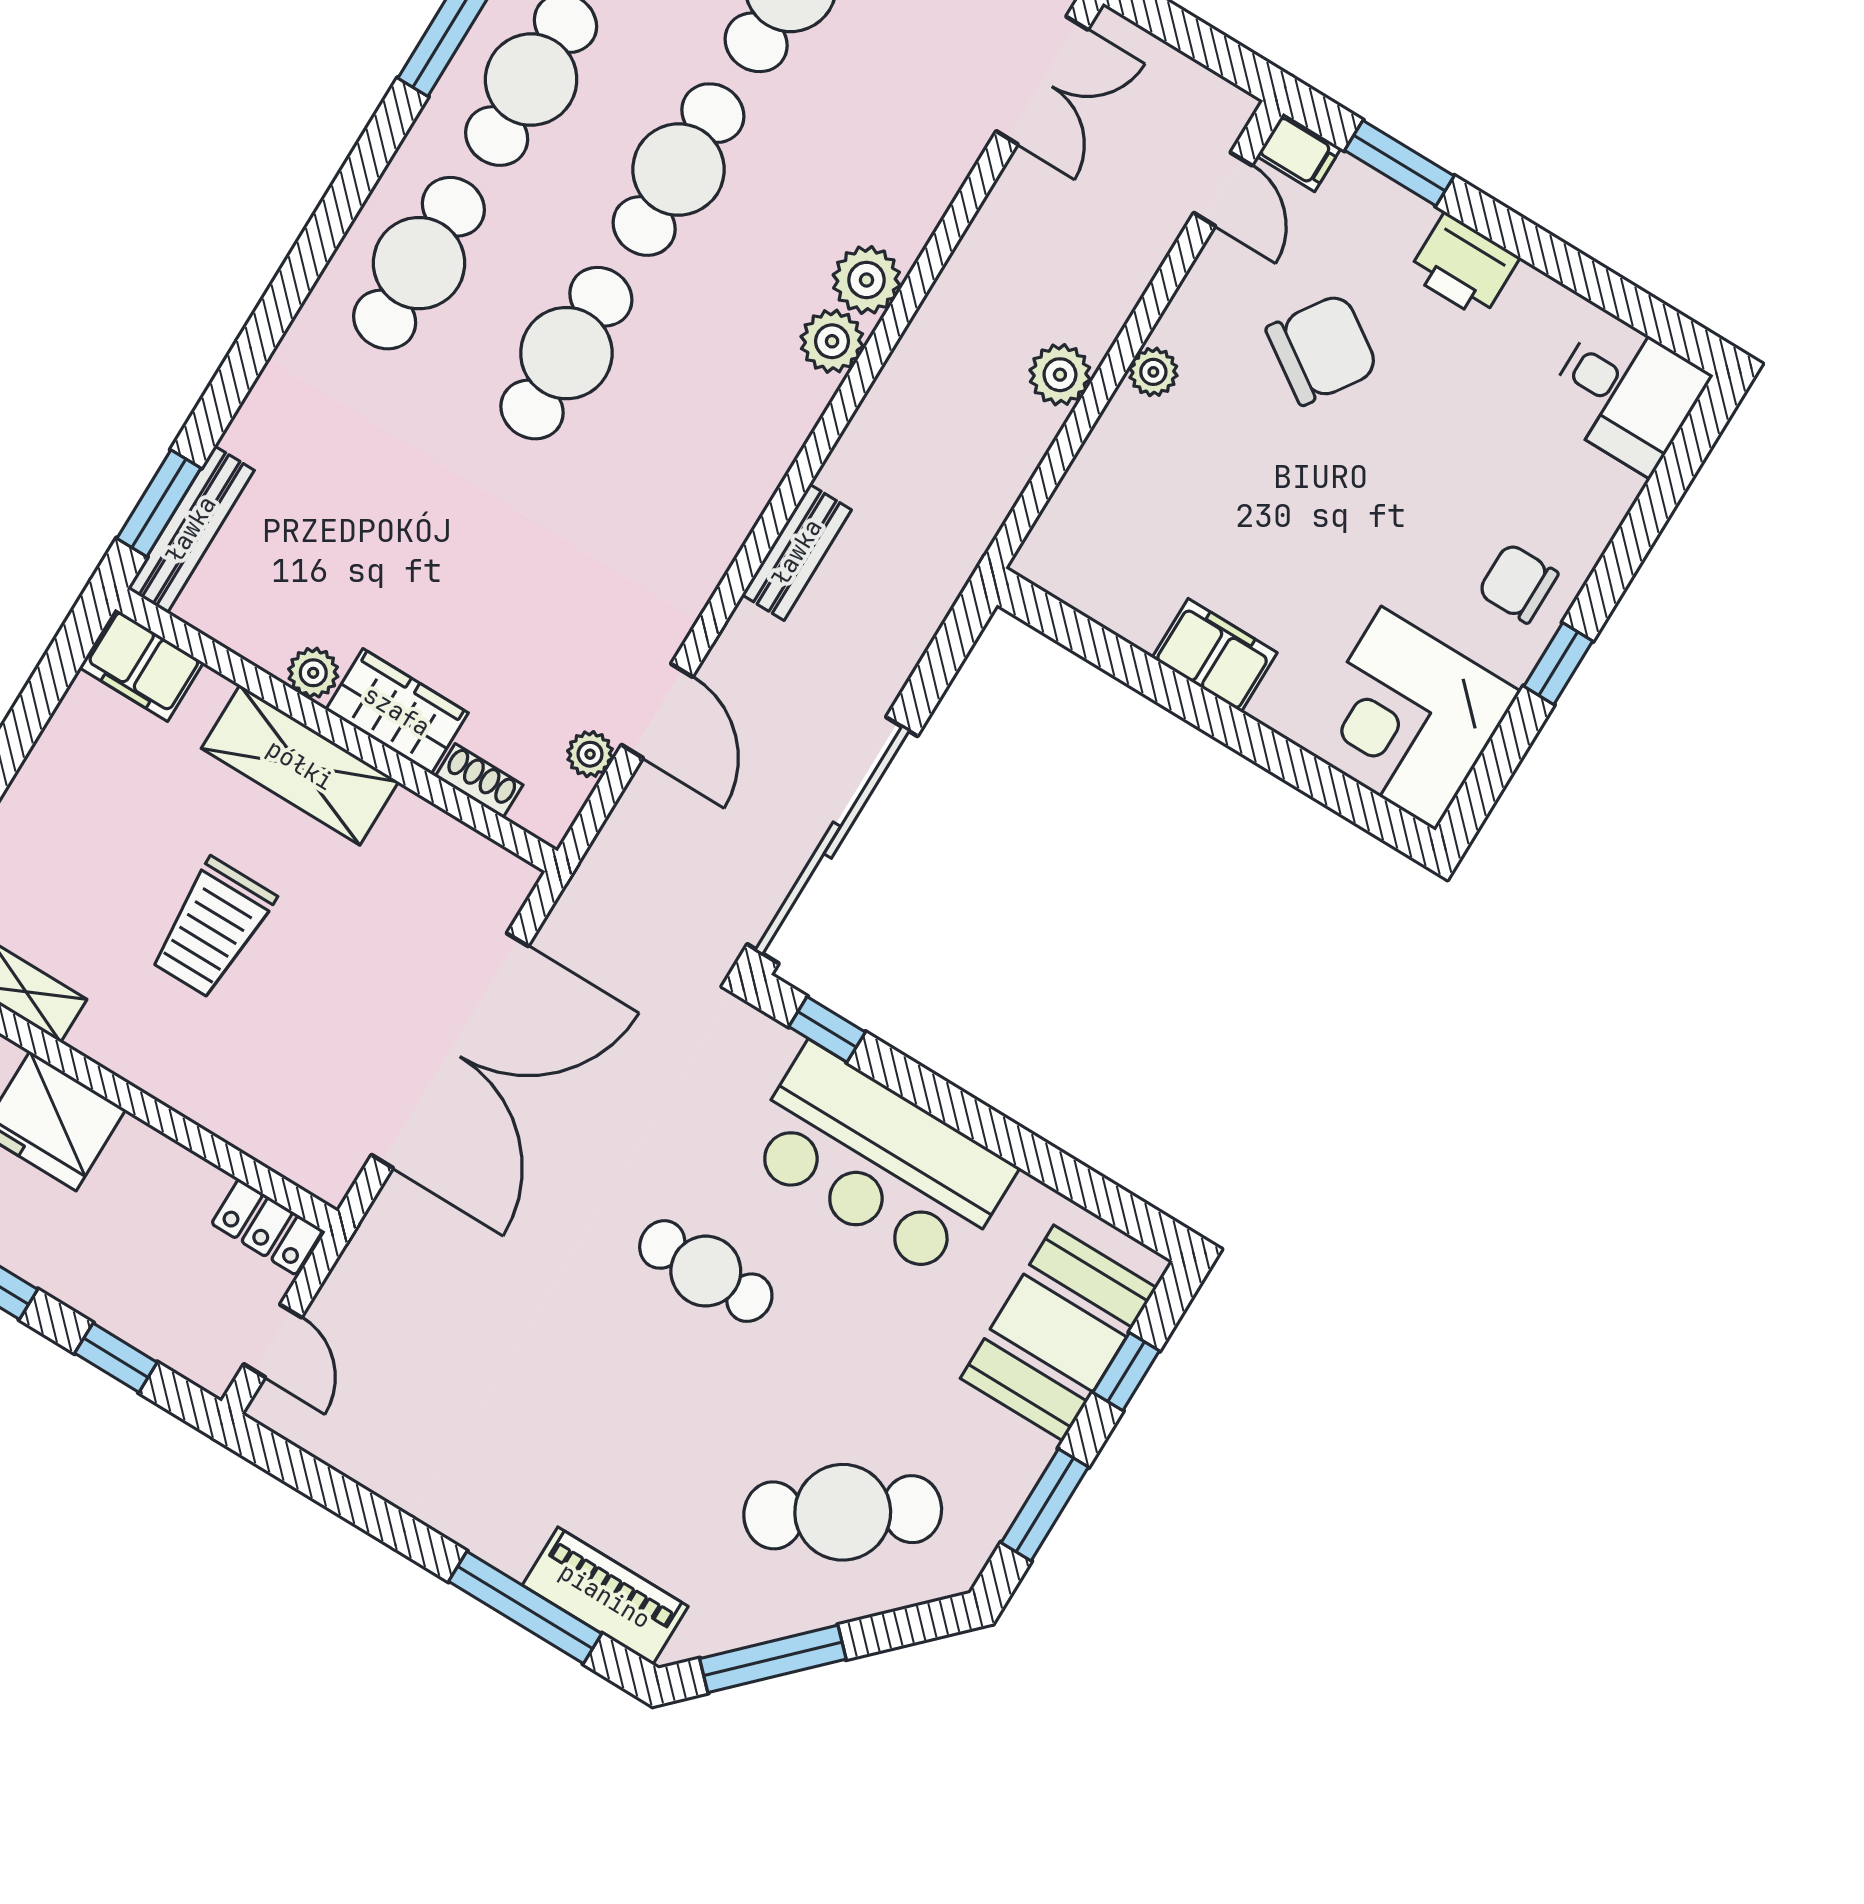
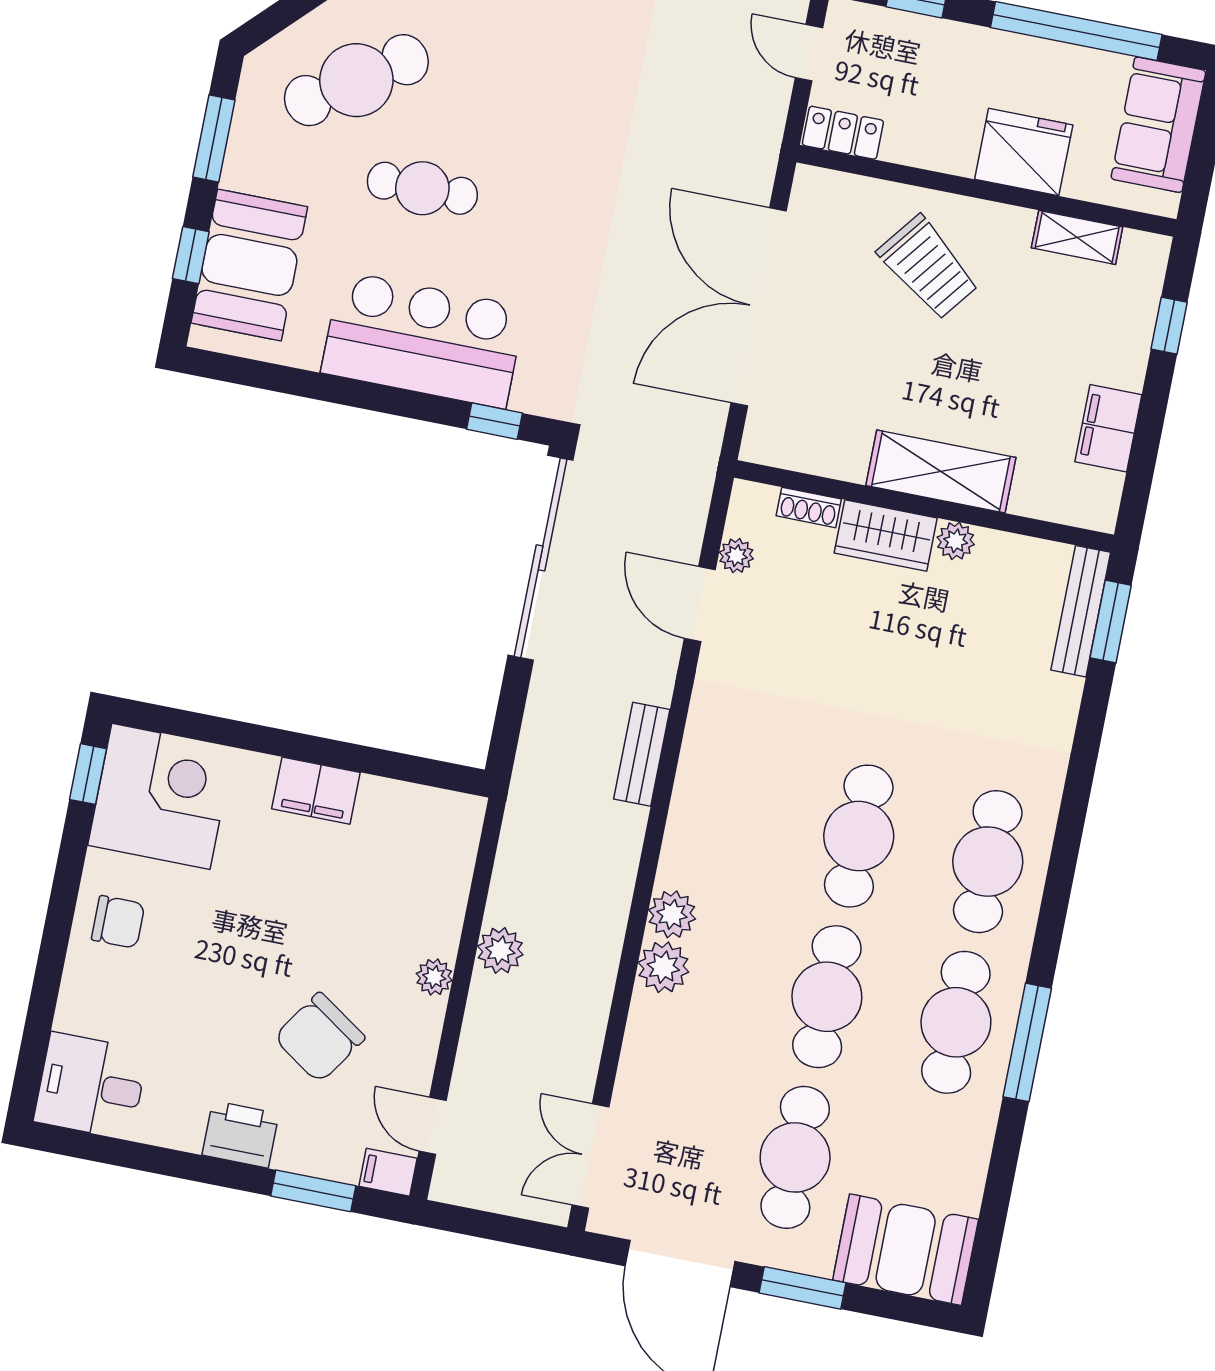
window: (1558, 664) -> (88, 774), moved
filing cabinet: (141, 665) -> (1108, 428), moved, turned -90
trolley: (212, 928) -> (928, 268), moved, turned 128
cafe table: (706, 1271) -> (422, 188), moved

